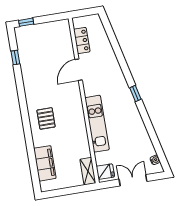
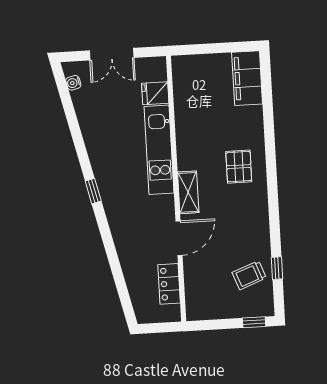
trolley: (32, 51) -> (249, 275), added
filing cabinet: (45, 163) -> (247, 78), moved
shelving: (88, 171) -> (188, 192), moved
fridge: (105, 172) -> (155, 93), moved

